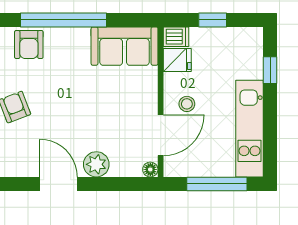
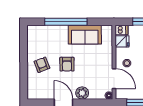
armchair: (29, 45) -> (67, 64), moved
sofa: (125, 46) -> (85, 35), moved
door: (161, 135) -> (114, 79), hinge flipped

